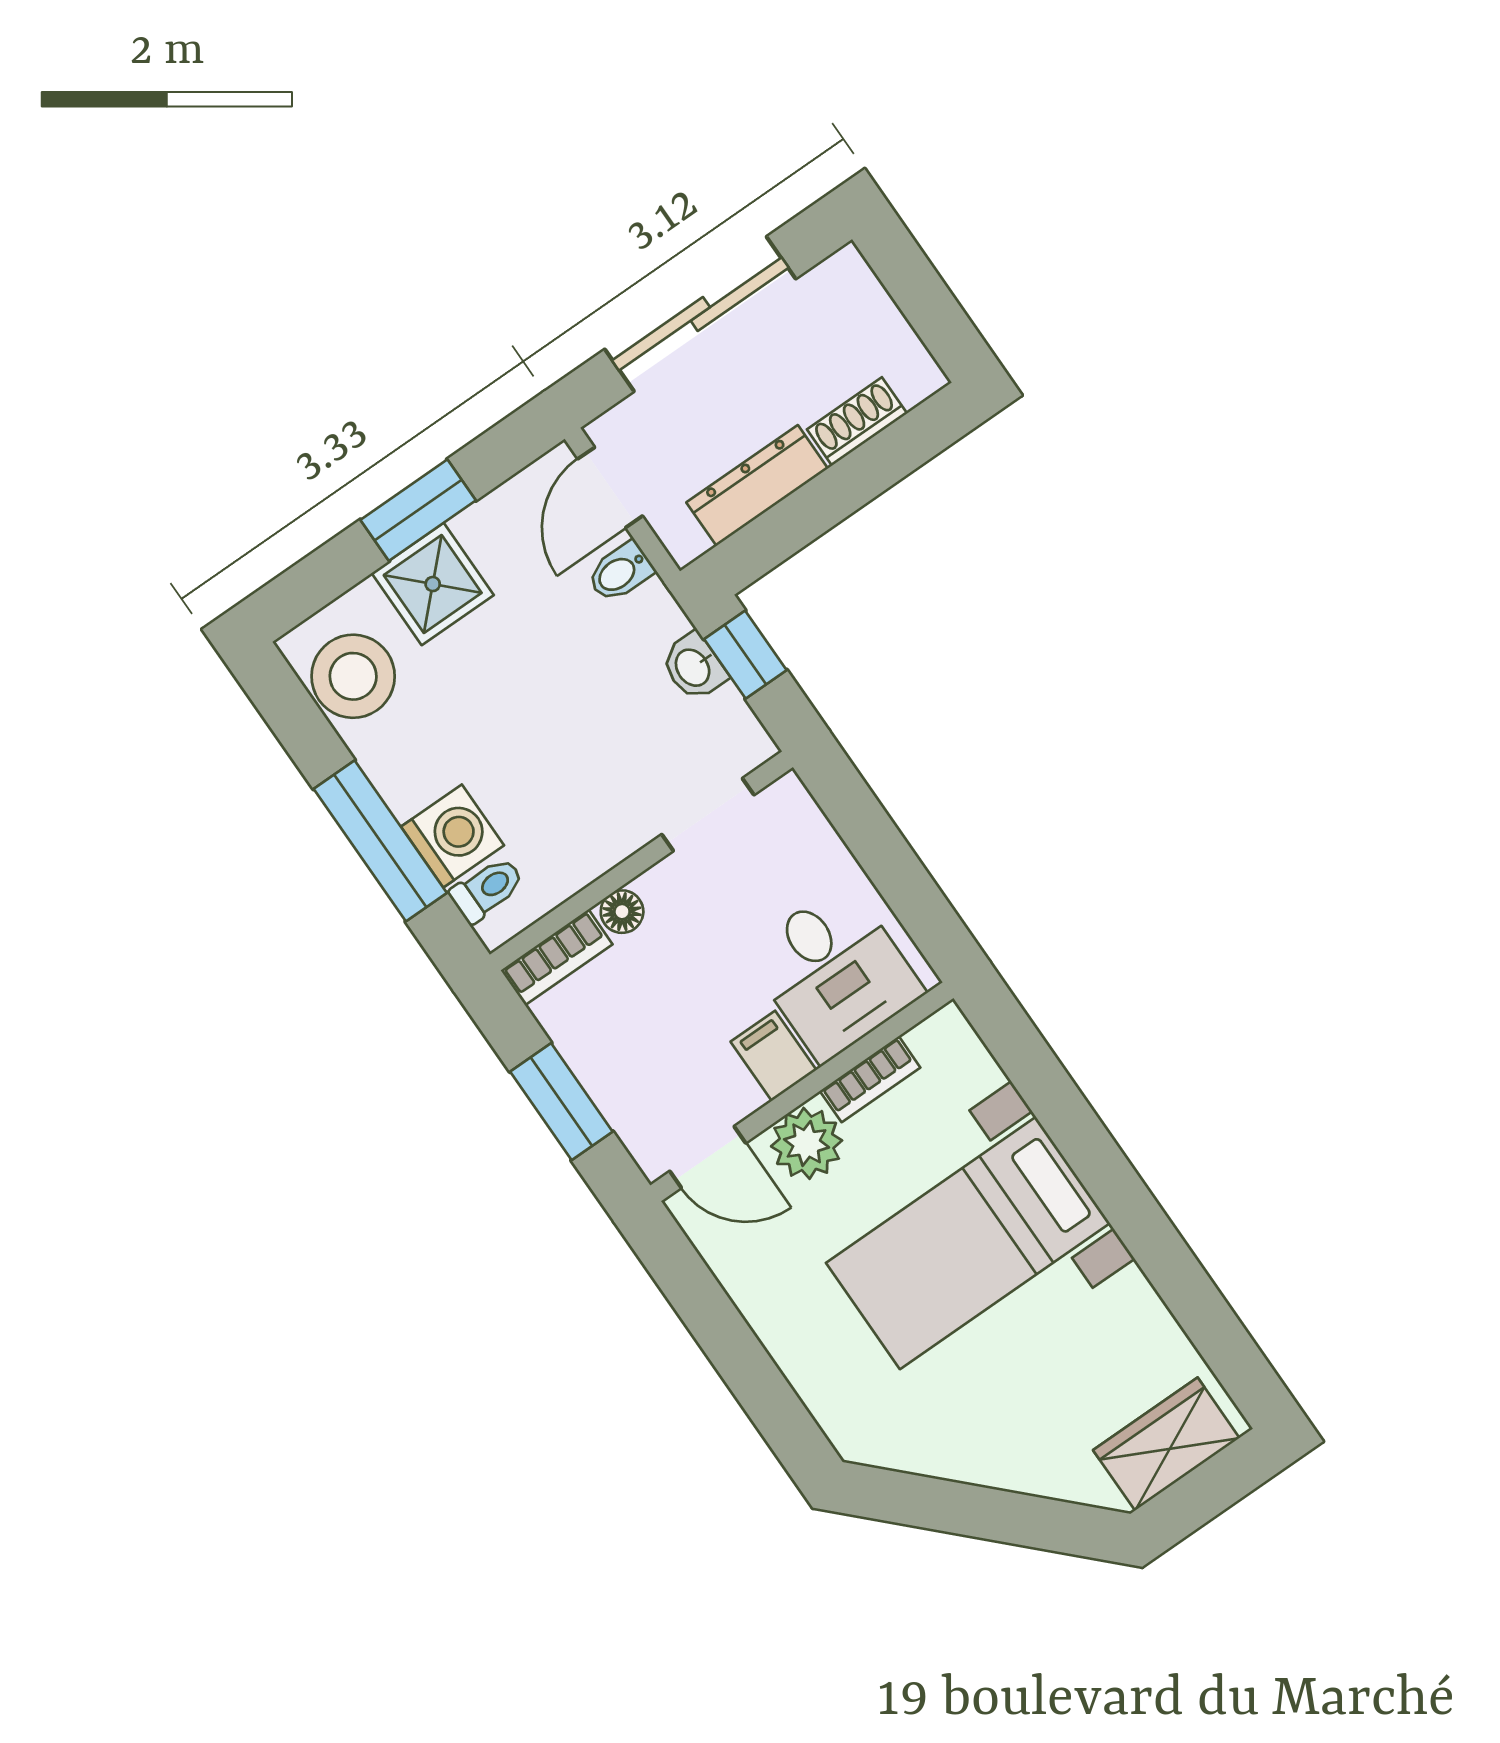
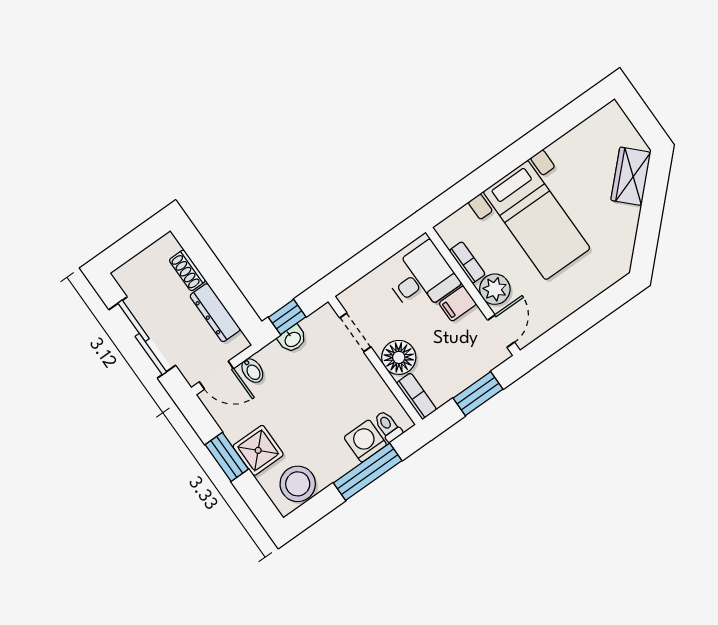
floor lamp: (622, 912) -> (399, 357), width x1.89, depth x1.89
wardrobe: (1166, 1444) -> (631, 176), moved, turned 45

